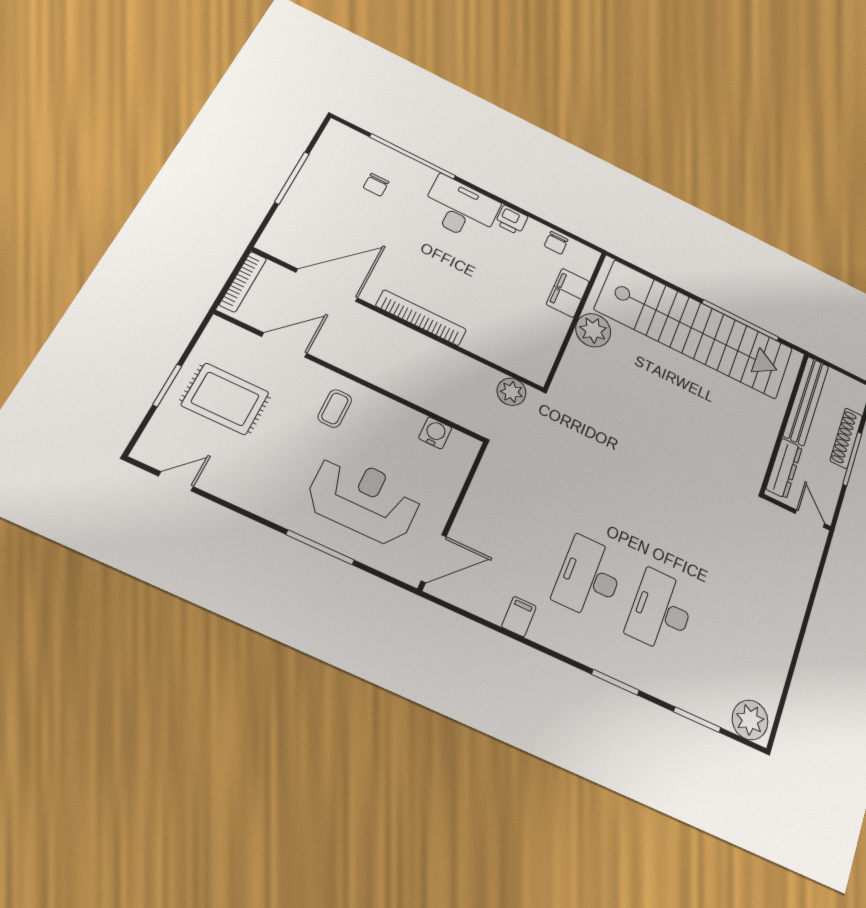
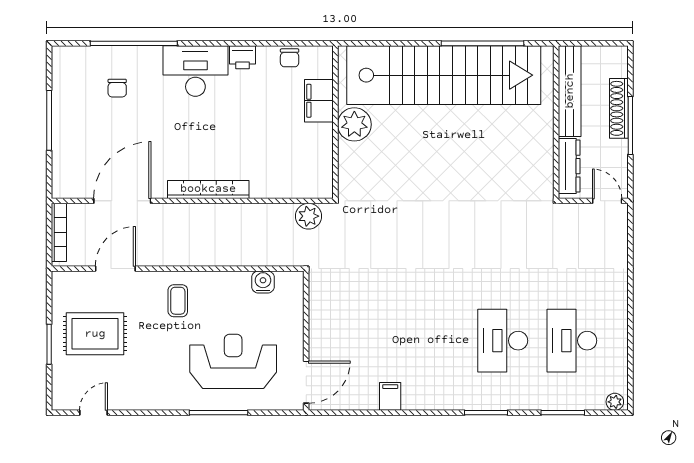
desk: (589, 577) -> (572, 341), moved
plant: (750, 720) -> (615, 402), width x0.53, depth x0.53

